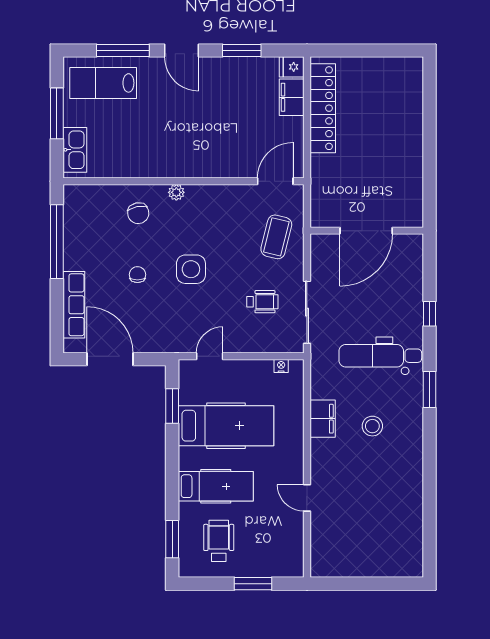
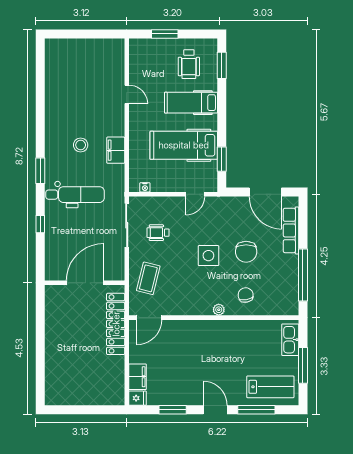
locker: (323, 108) -> (116, 324), moved
chair: (137, 275) -> (246, 252), width x1.87, depth x1.87

